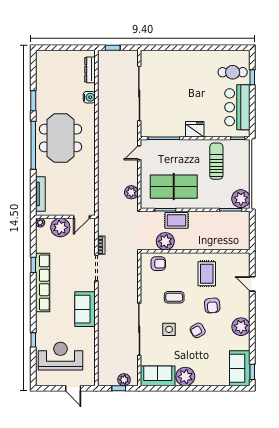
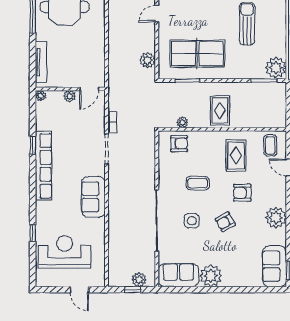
rug: (177, 220) -> (220, 110), moved, turned 90
plant: (60, 227) -> (70, 96), width x0.53, depth x0.53
plant: (165, 241) -> (182, 122), width x0.53, depth x0.53
coffee table: (236, 265) -> (270, 145), added
armchair: (212, 305) -> (242, 193), turned 95

